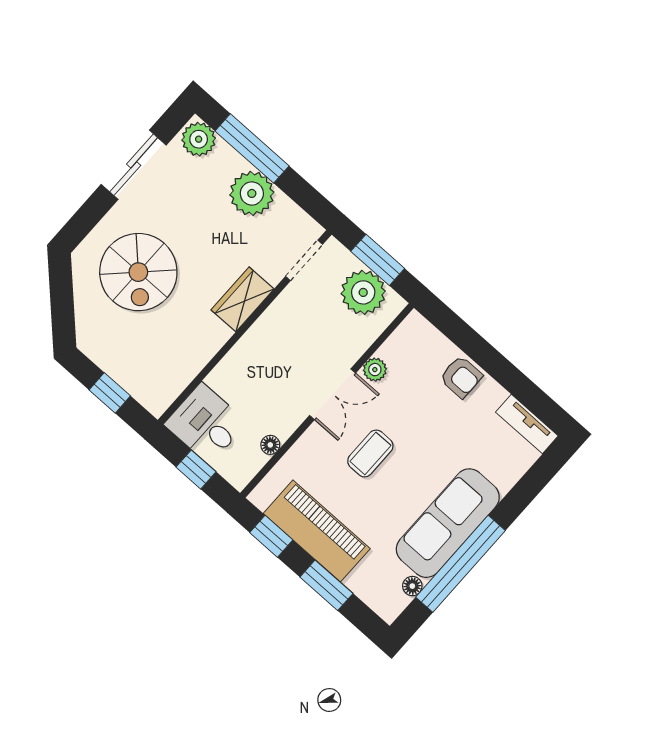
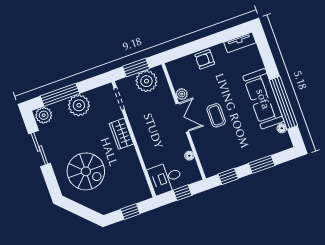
armchair: (461, 377) -> (205, 59), turned 180
piano: (317, 531) -> (236, 156), removed

